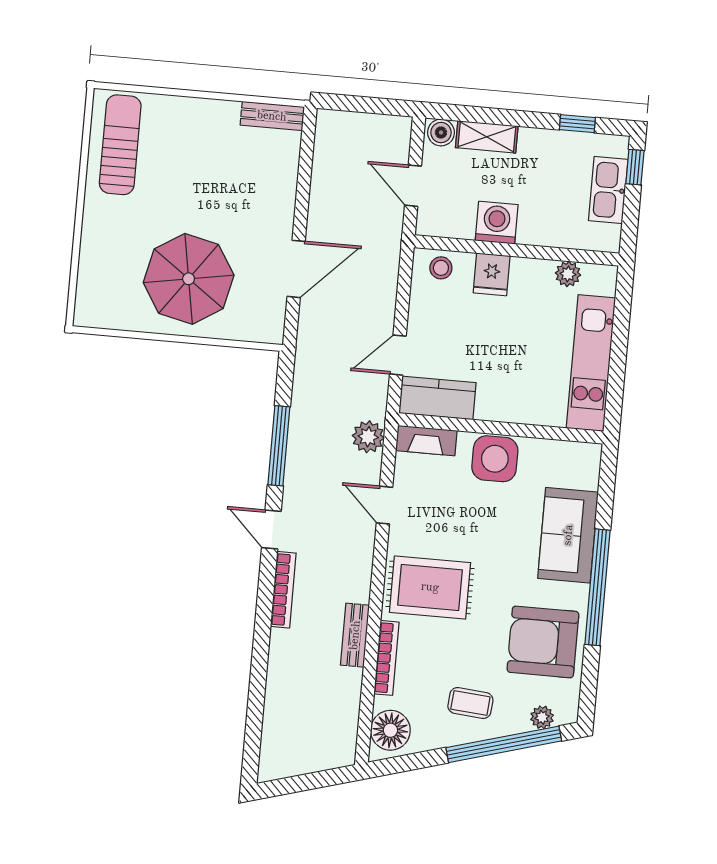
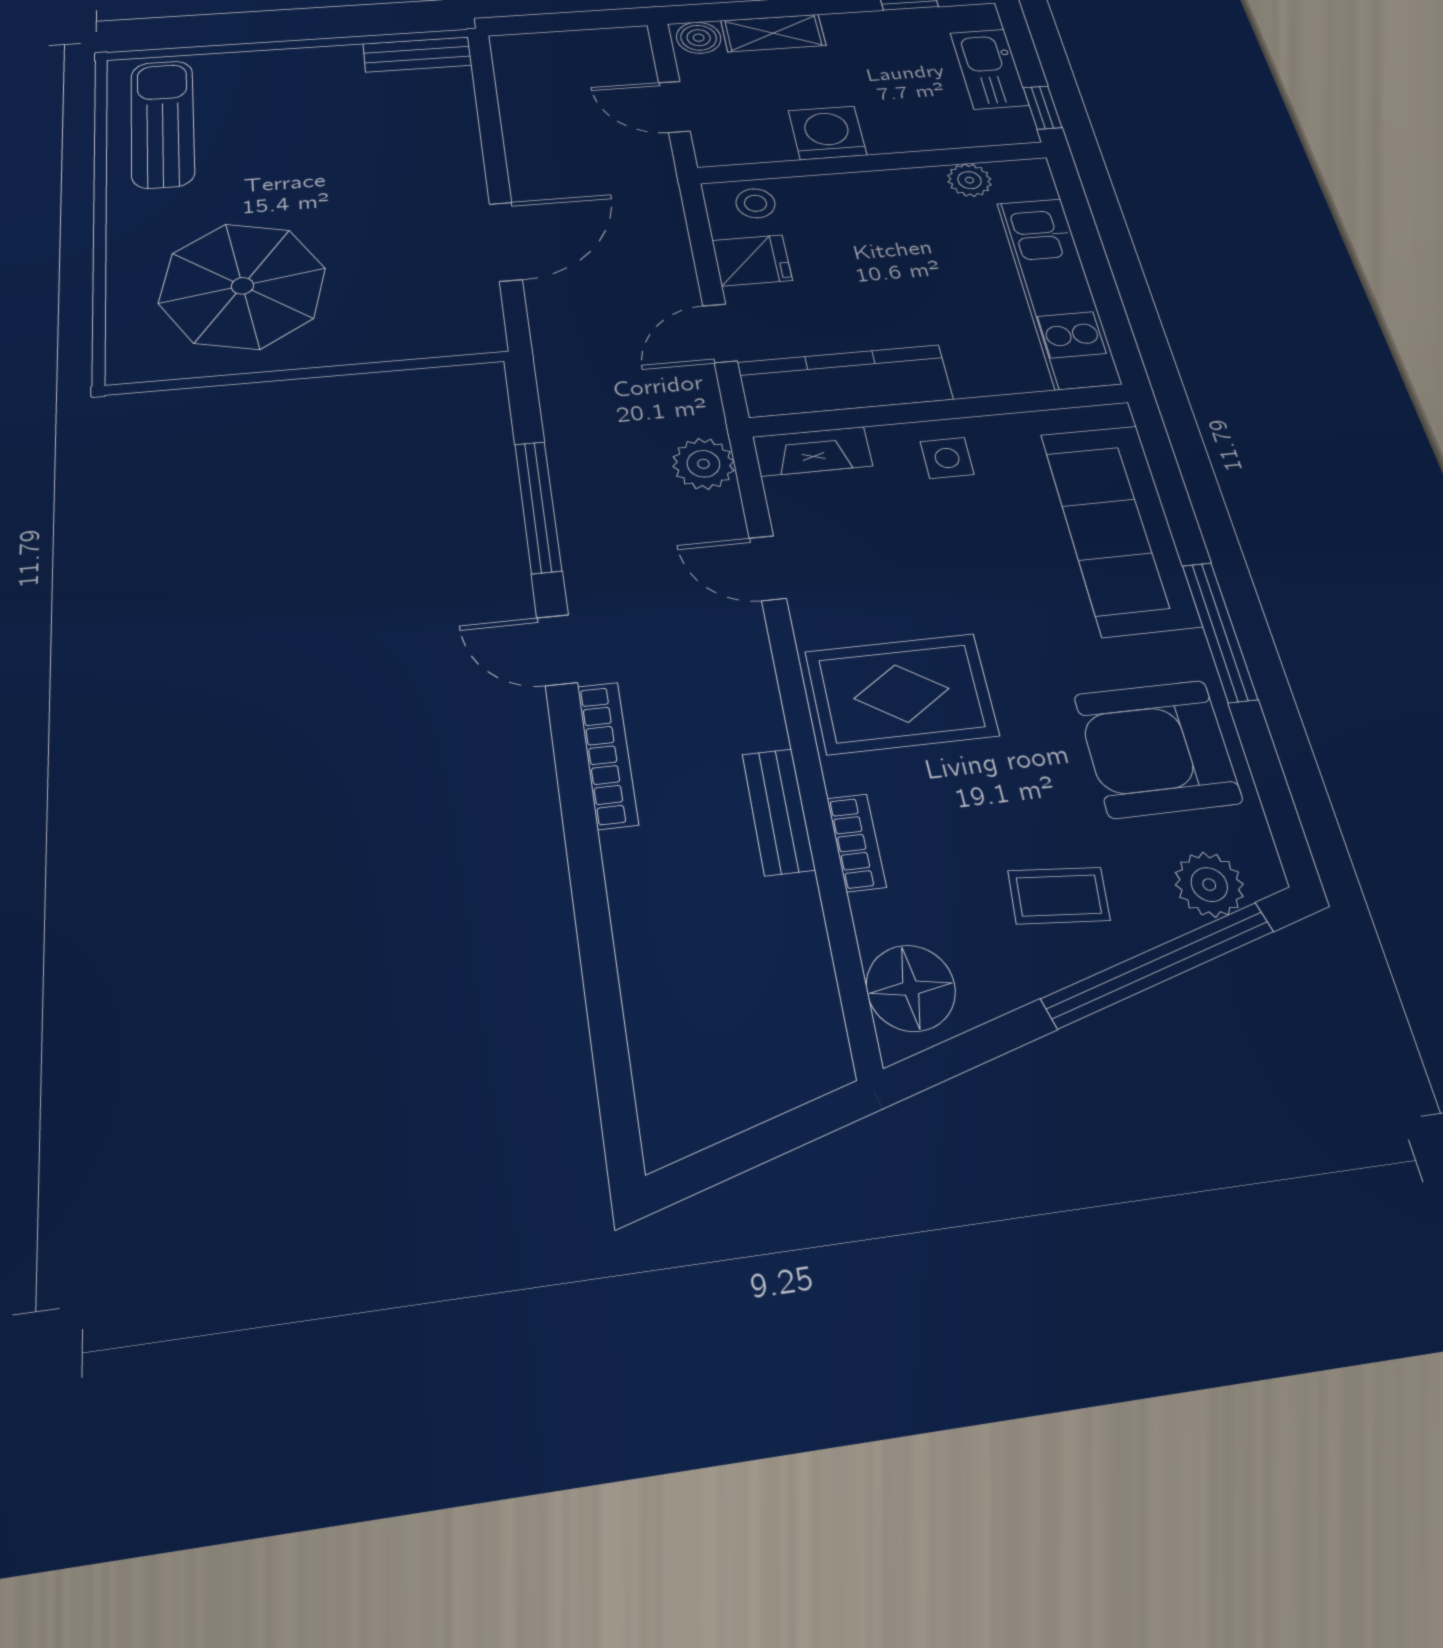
window: (635, 167) -> (1042, 107), moved
fridge: (492, 274) -> (752, 260), moved, turned -90
parasol: (189, 279) -> (242, 286), moved
kitchen counter: (437, 398) -> (845, 381), width x1.50
side table: (495, 459) -> (947, 458), width x0.54, depth x0.54
sofa: (568, 535) -> (1120, 528), width x1.36
window: (597, 587) -> (1220, 632), width x0.68
bookcase: (386, 658) -> (856, 843), width x0.64
plant: (542, 717) -> (1209, 885), width x1.38, depth x1.38

